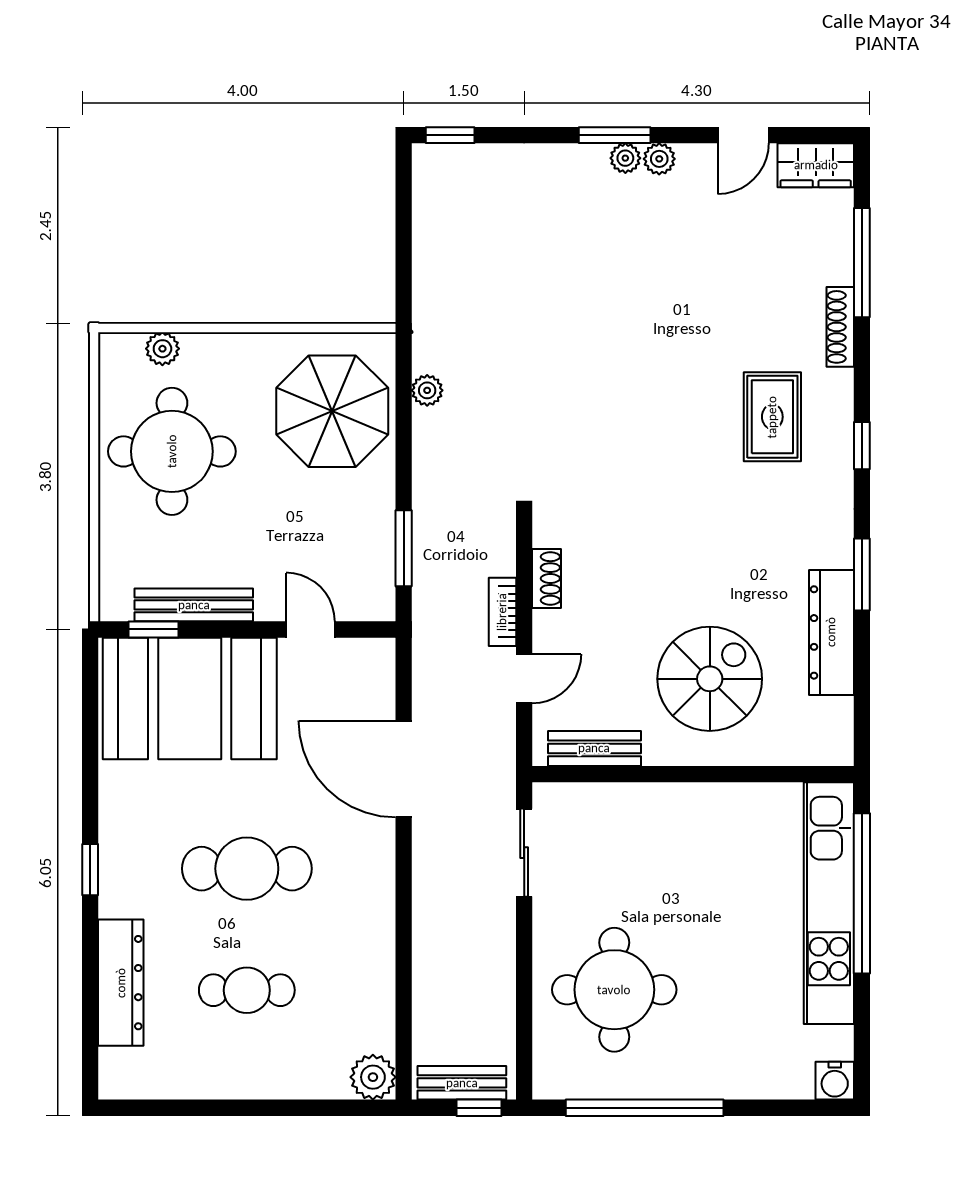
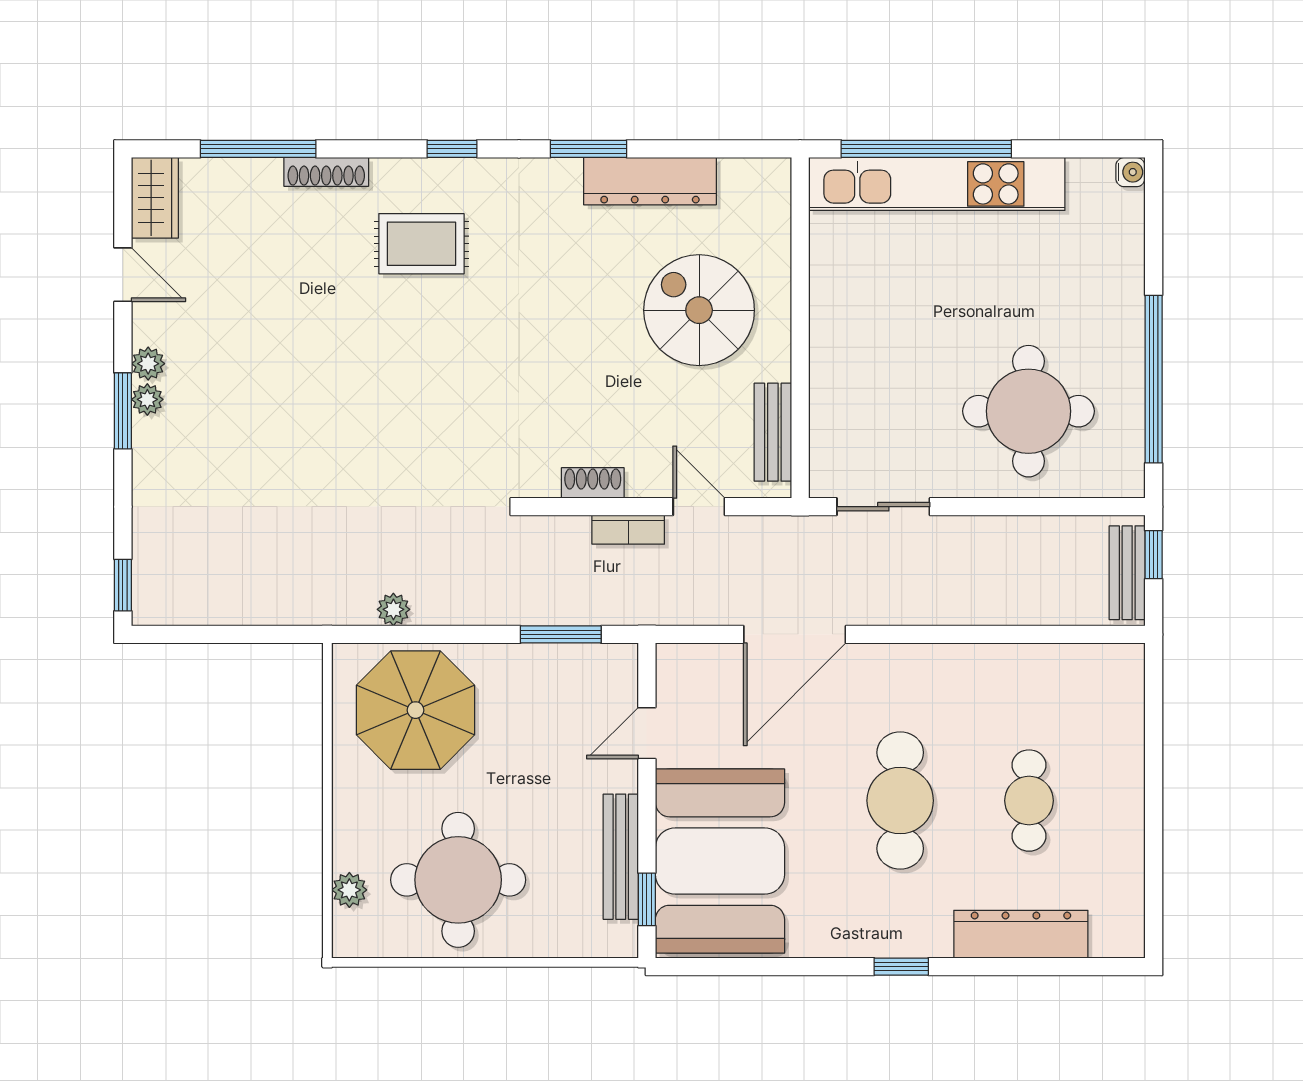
plant: (373, 1077) -> (1121, 667), removed
water cooler: (835, 1081) -> (1130, 172), width x0.72, depth x0.72

